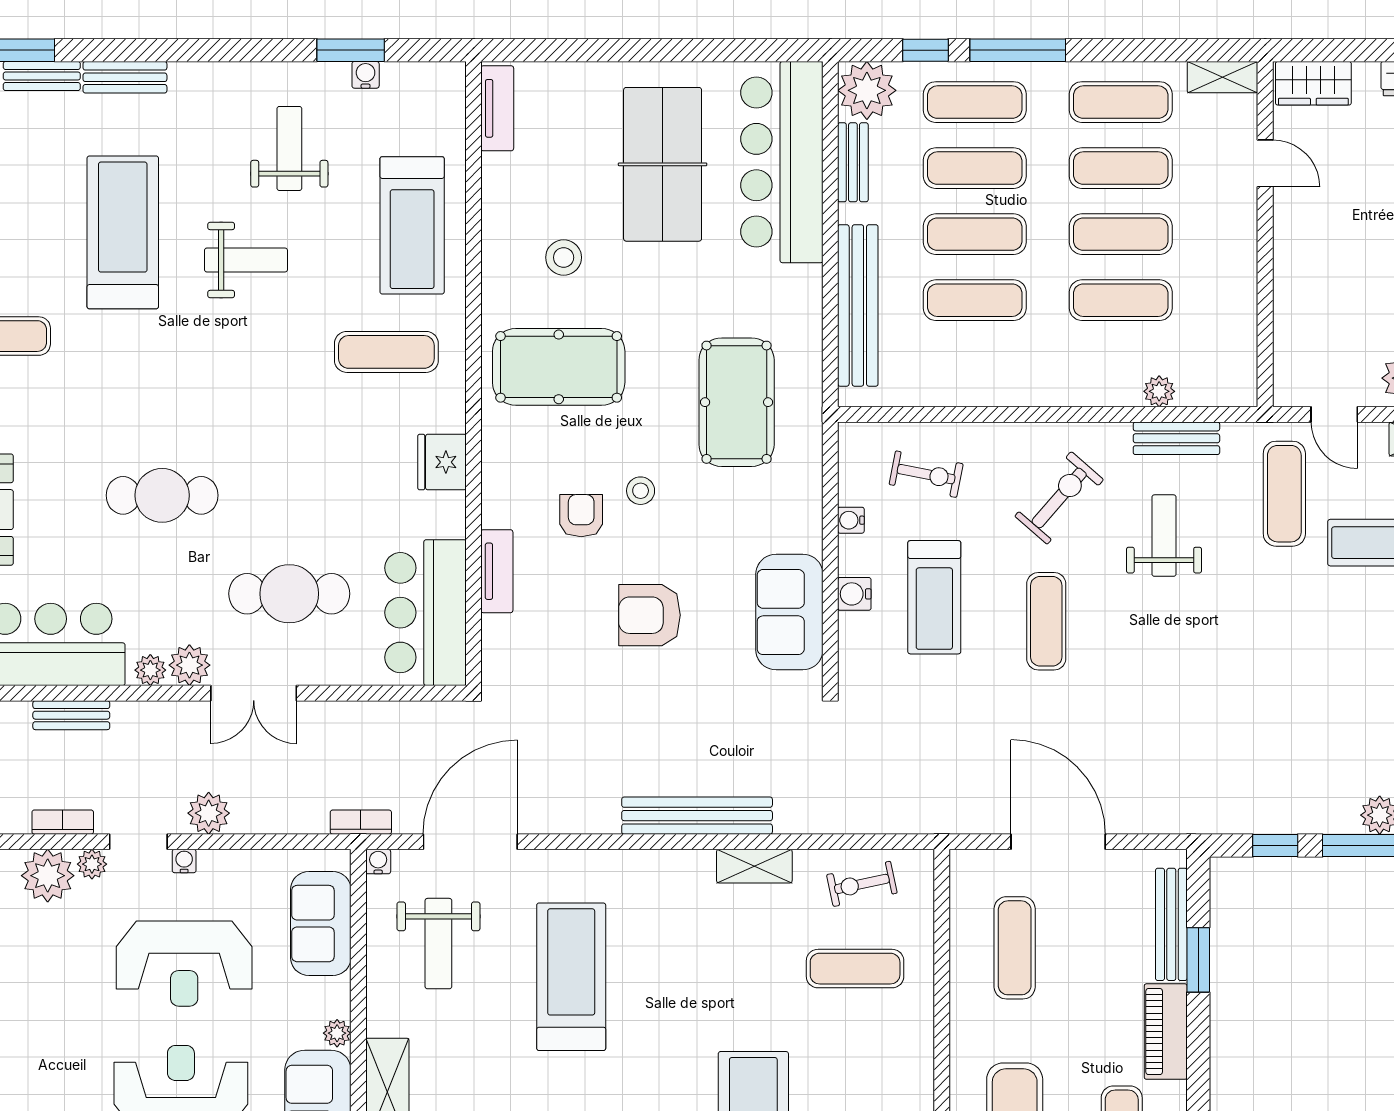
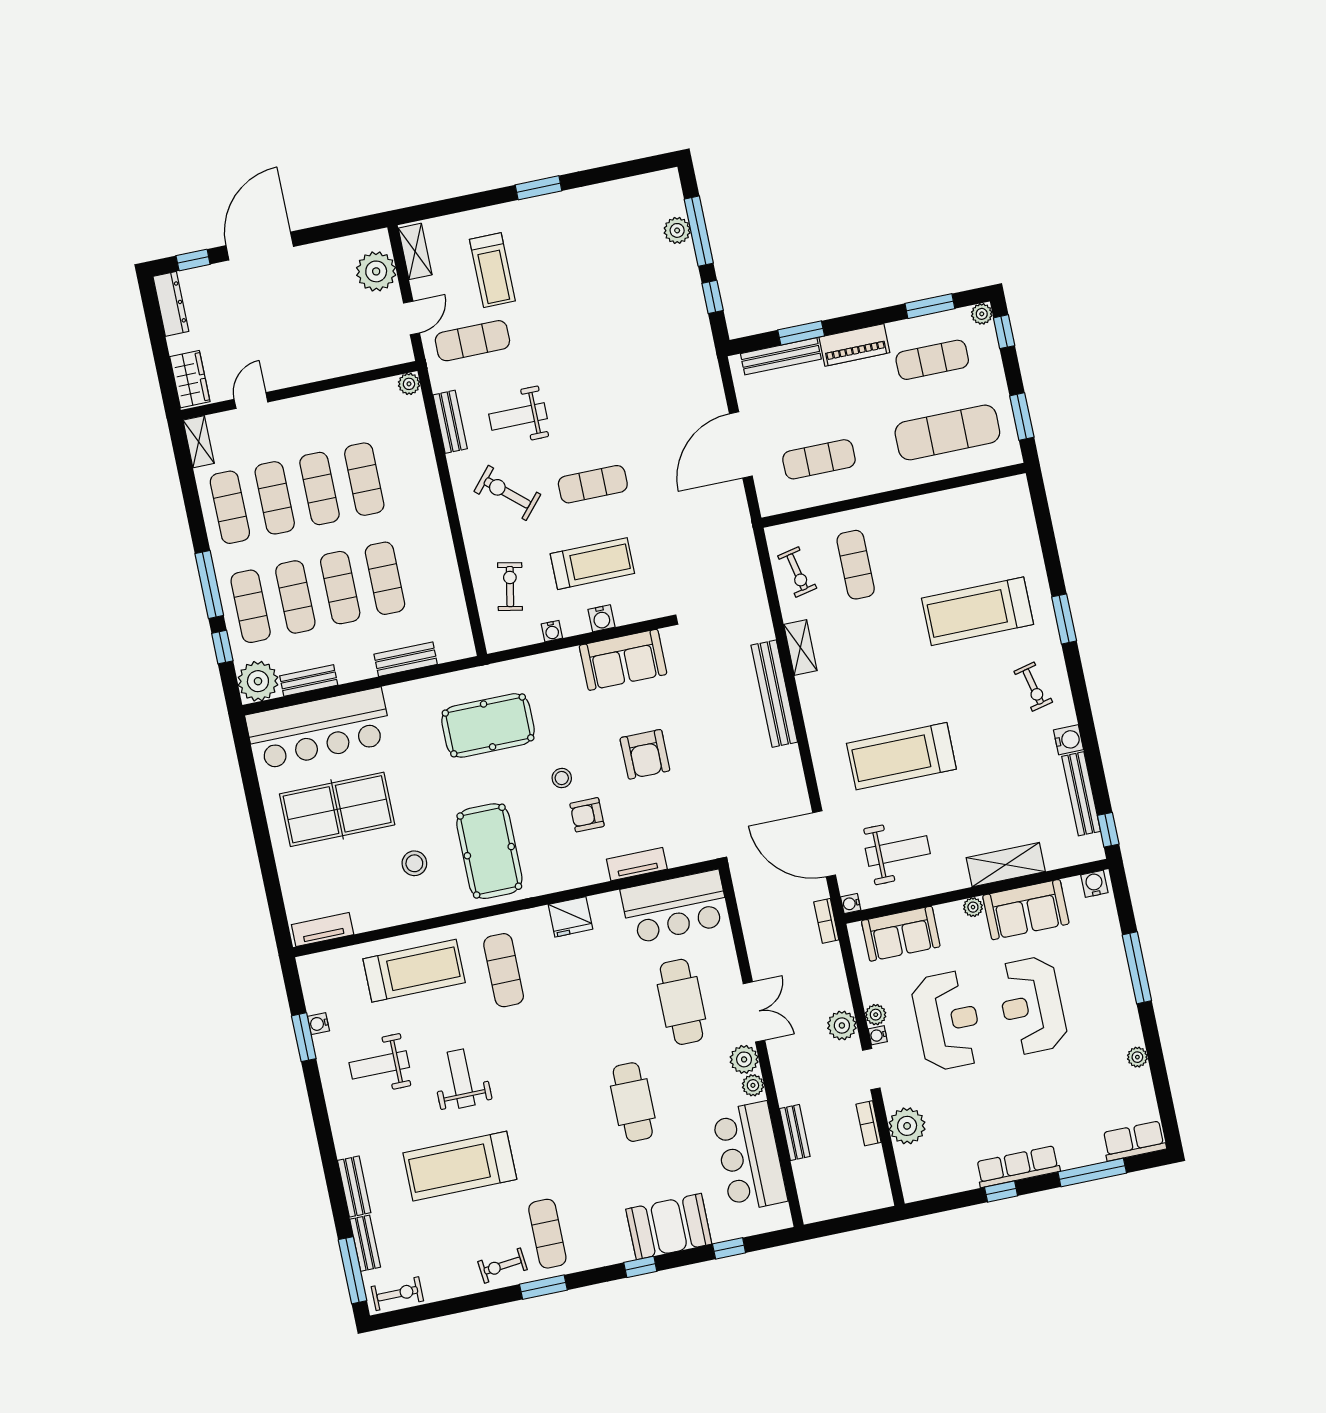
bench: (858, 305) -> (406, 659), width x0.54, depth x0.82
plant: (1159, 391) -> (409, 384), moved
plant: (92, 864) -> (876, 1015), moved

